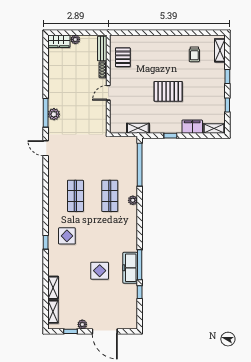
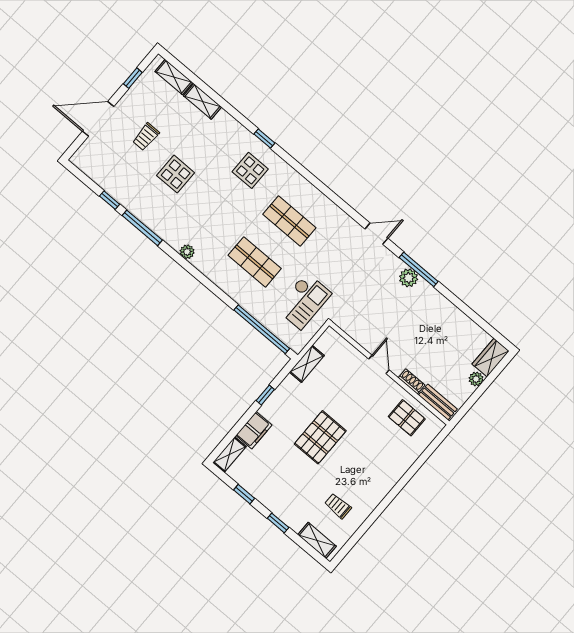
checkout: (109, 156) -> (304, 301), added
plant: (133, 200) -> (187, 252), moved
freezer: (130, 268) -> (148, 214), removed
trolley: (94, 301) -> (146, 137), added
plant: (82, 324) -> (129, 99), removed

